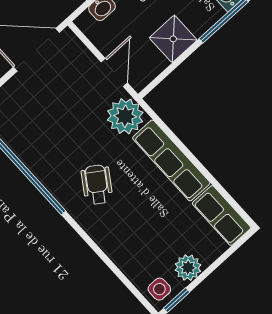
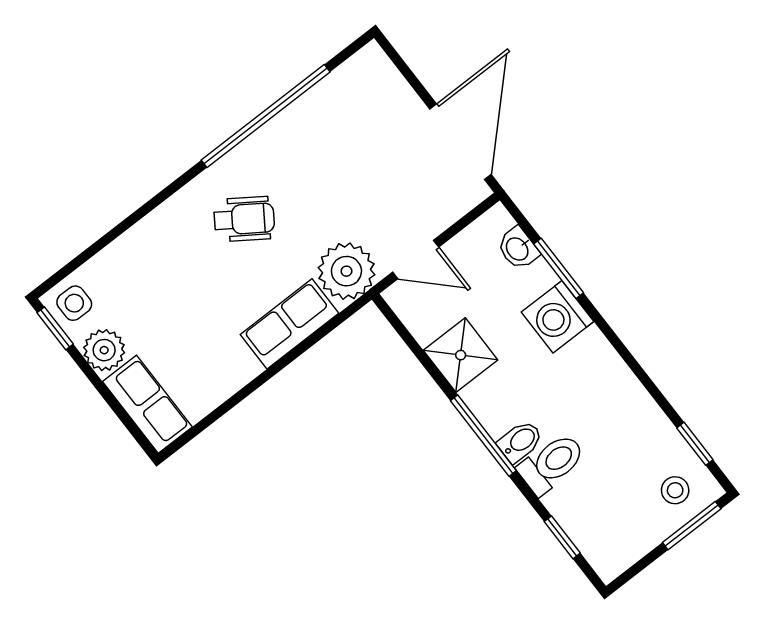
row of seats: (171, 160) -> (290, 324), width x0.68
row of seats: (221, 216) -> (147, 404), moved, turned 90

